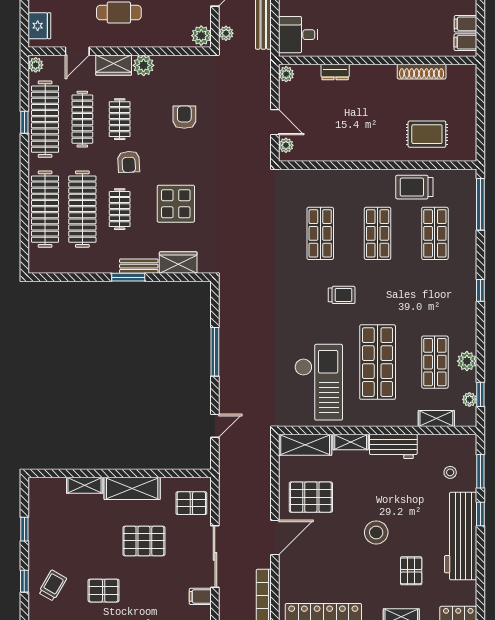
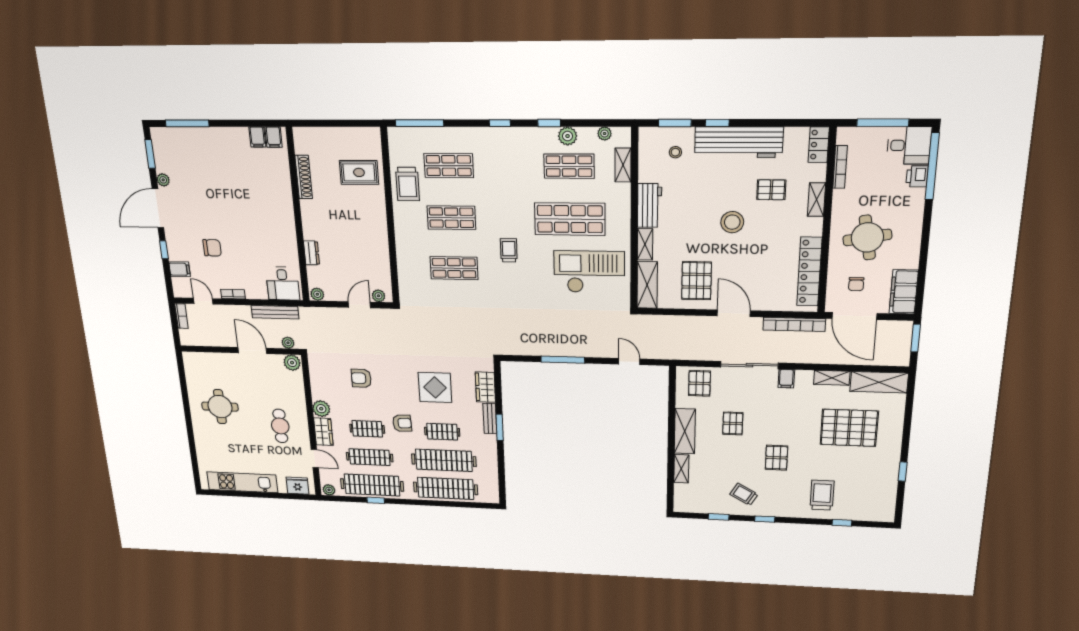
rug: (427, 134) -> (359, 172), turned 90
window: (480, 394) -> (549, 123), moved
pallet: (144, 541) -> (733, 423), width x0.67, depth x0.71
trolley: (53, 585) -> (744, 494), moved

